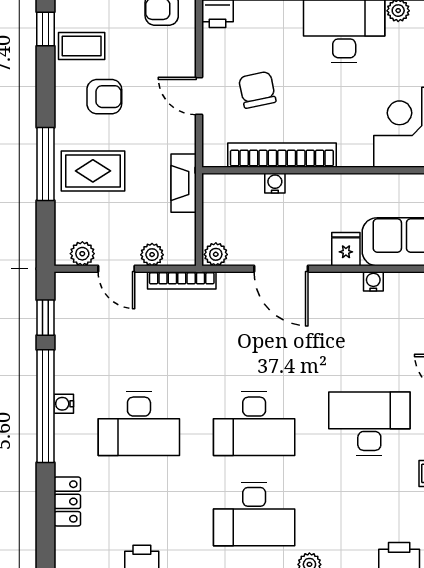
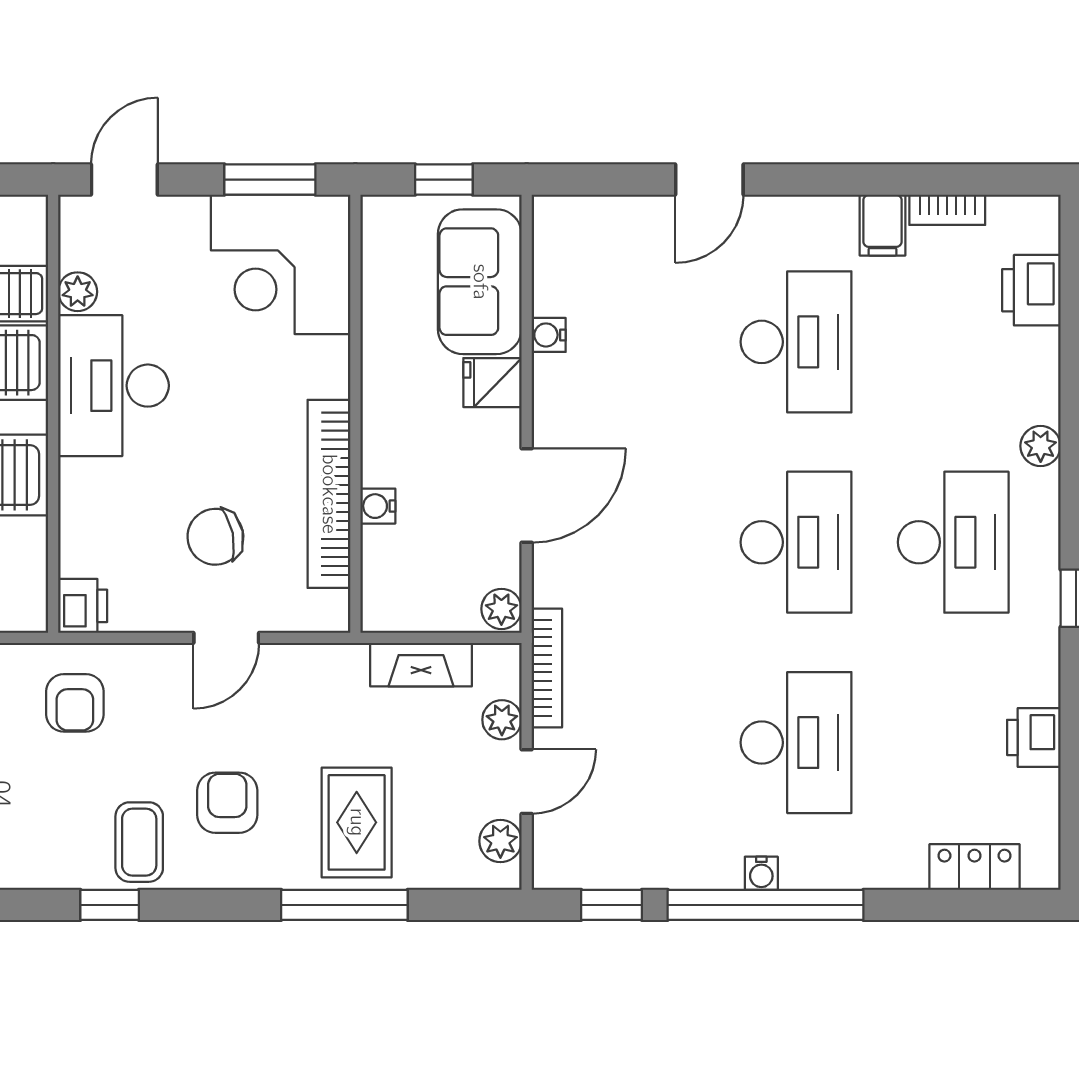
fireplace: (184, 183) -> (421, 665), moved
desk: (369, 424) -> (796, 342), turned 180
locker: (67, 501) -> (974, 867), moved

